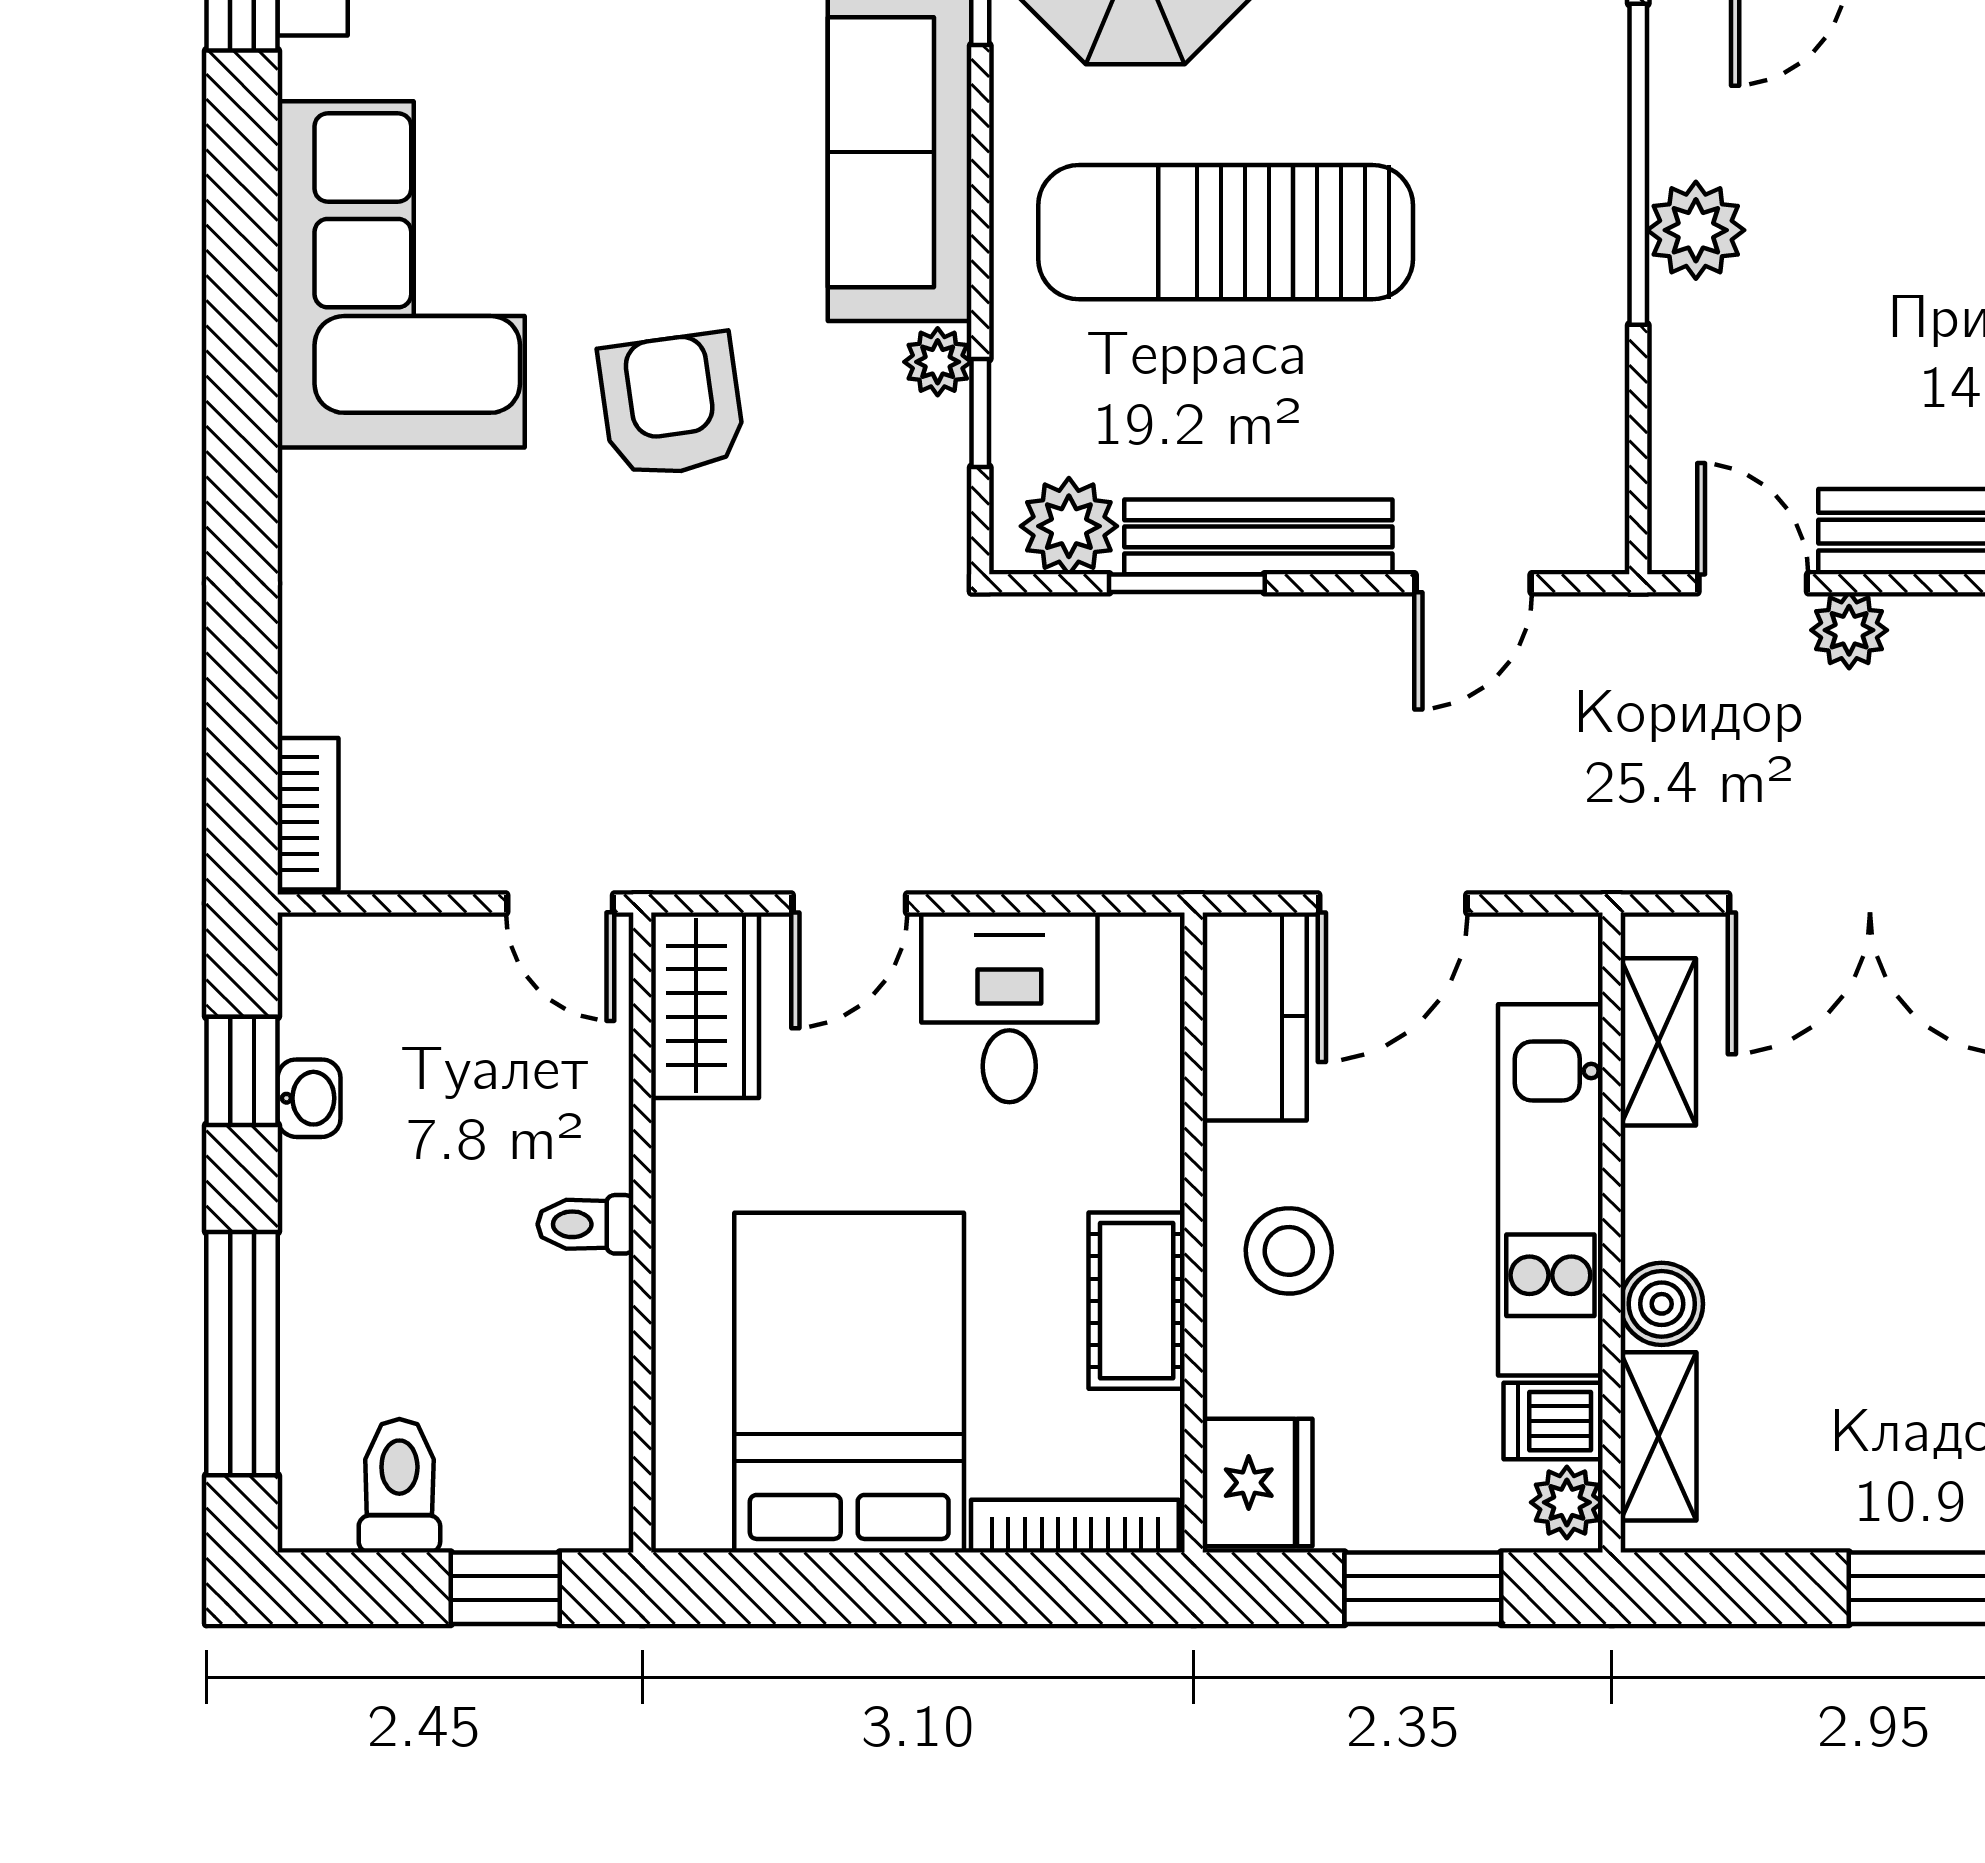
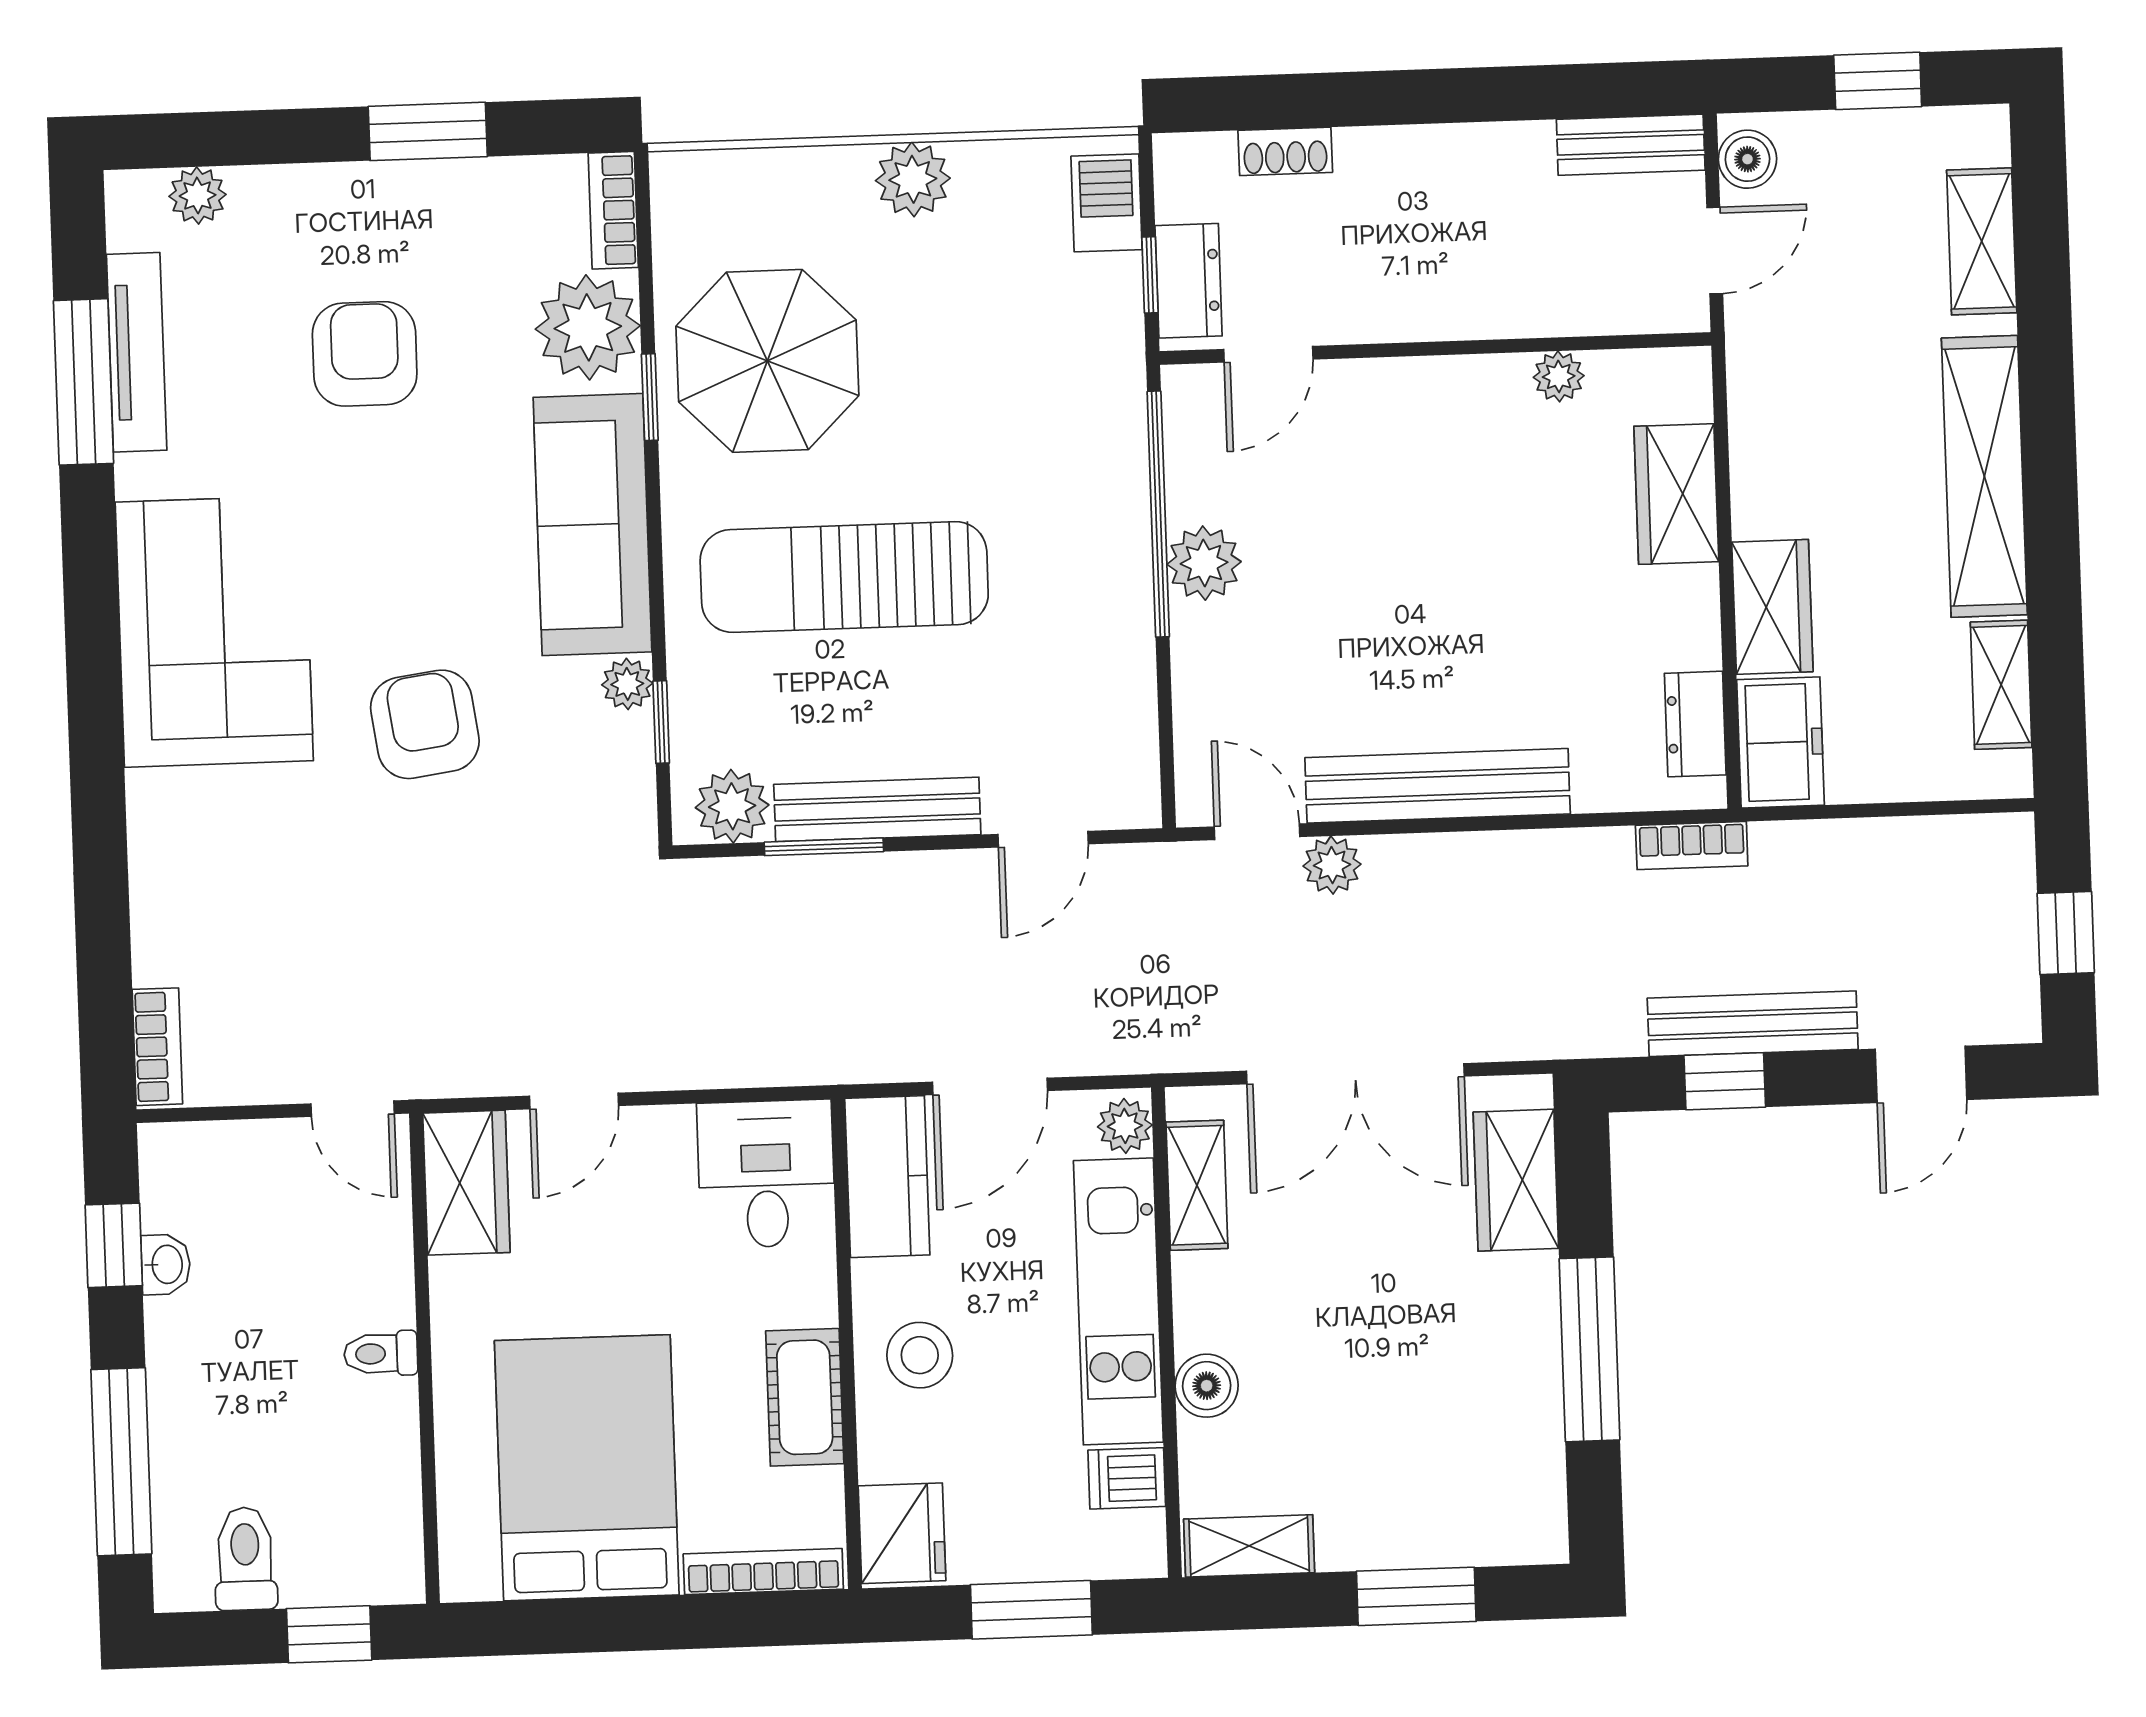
desk: (1009, 1007) -> (766, 1174), moved
shelving: (1658, 1436) -> (1249, 1546), moved, turned 90
plant: (1567, 1502) -> (1125, 1126), moved

